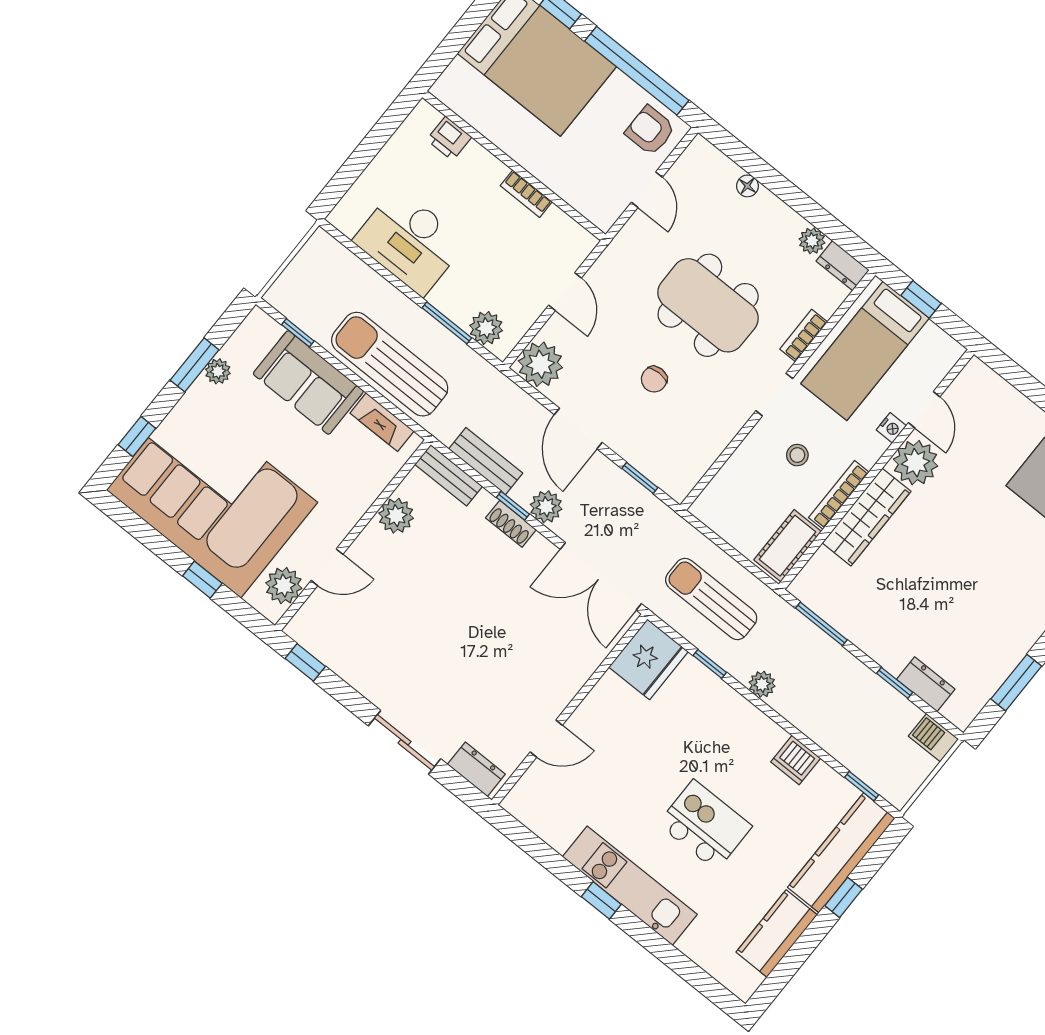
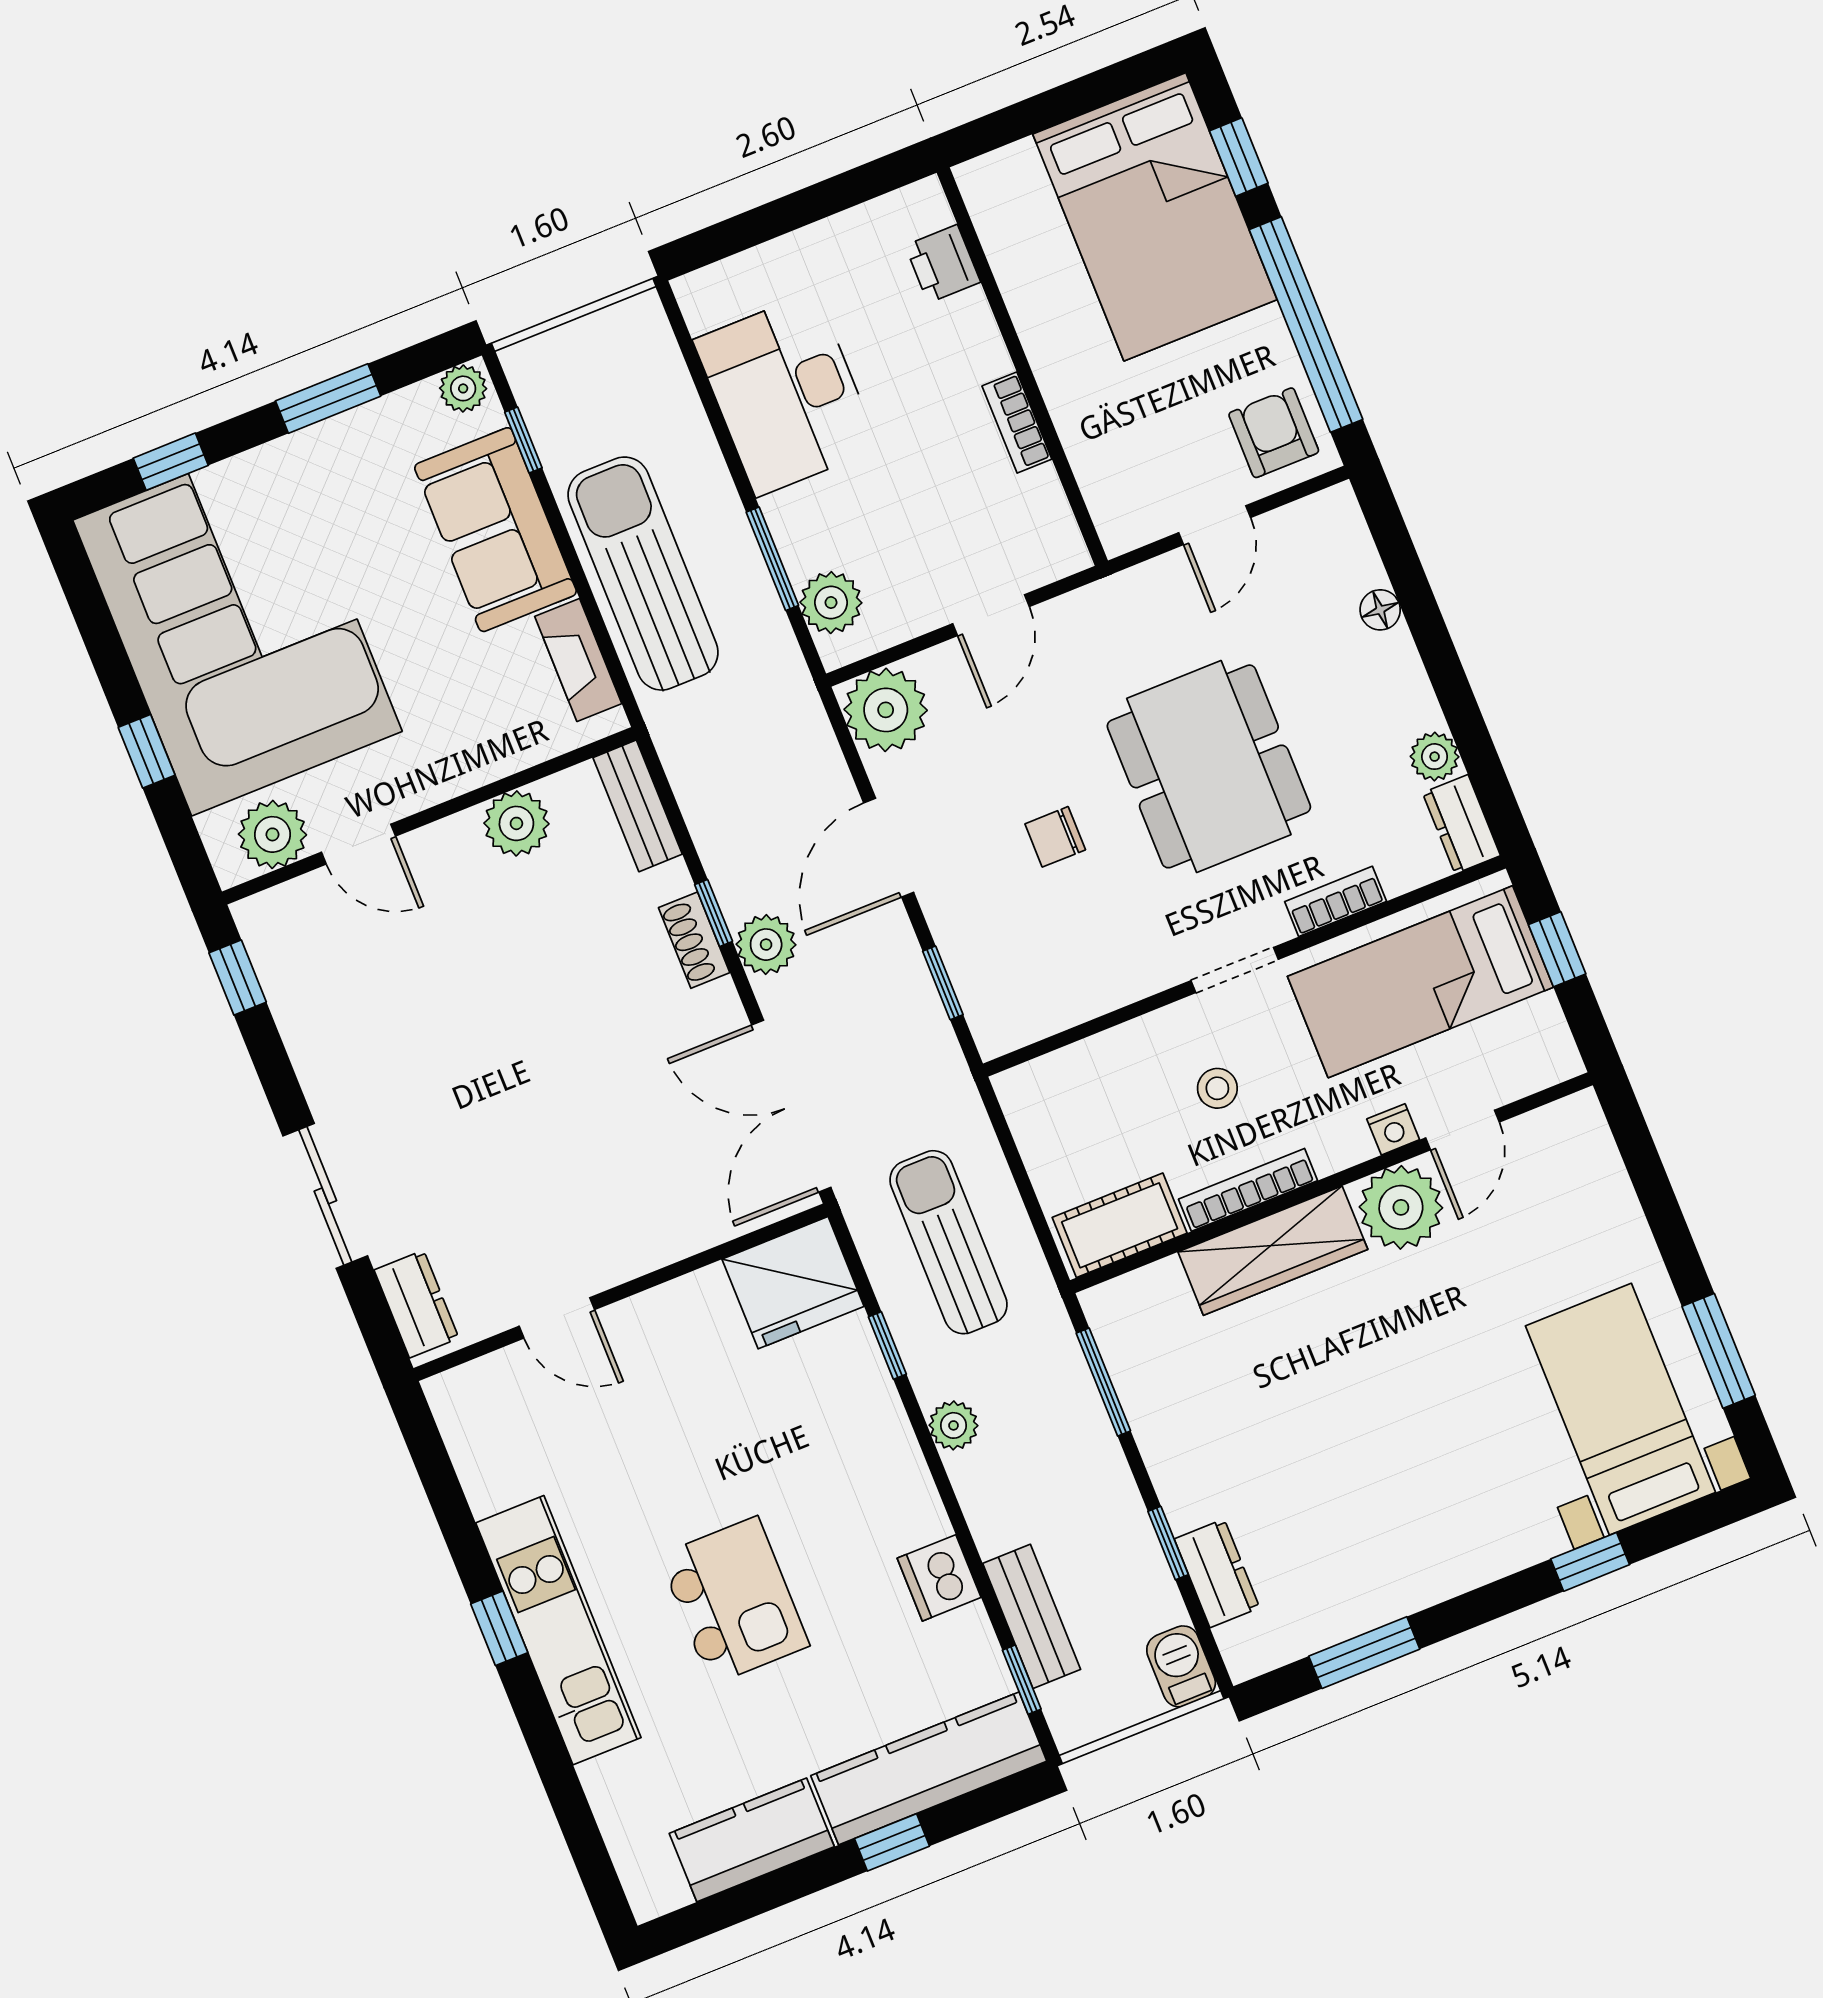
plant: (218, 371) -> (463, 388), moved
bench: (486, 461) -> (1032, 1616), moved

